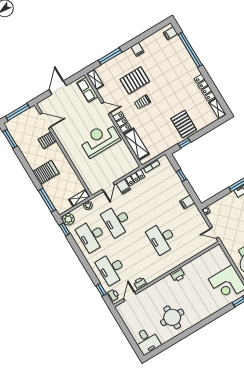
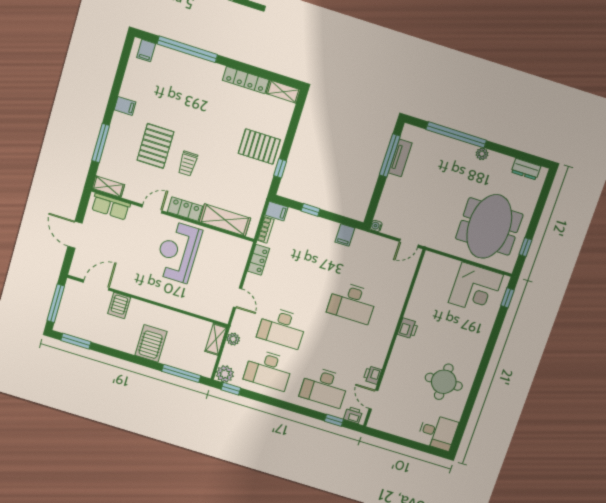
filing cabinet: (123, 187) -> (276, 211), moved

